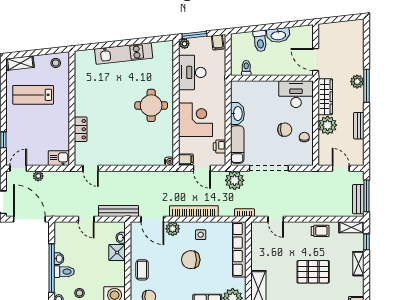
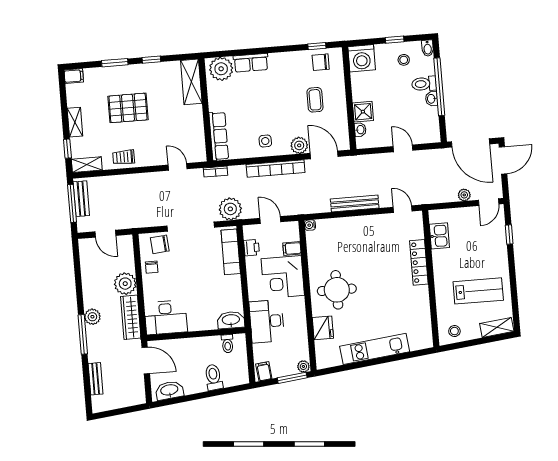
washbasin: (278, 35) -> (169, 390), moved
desk: (192, 72) -> (267, 321), moved, turned 180
fridge: (165, 75) -> (323, 328), added
plant: (357, 82) -> (92, 317), moved
washbasin: (237, 114) -> (231, 320), moved, turned 90
bench: (359, 126) -> (96, 379), moved
locker: (81, 129) -> (419, 262), width x1.53
chair: (285, 130) -> (160, 244), moved
kitchen sink: (59, 158) -> (439, 236), moved, turned -90
filing cabinet: (186, 159) -> (292, 248), moved
bench: (119, 211) -> (355, 203), moved
row of seats: (239, 249) -> (219, 136), width x0.73
chair: (191, 260) -> (275, 110), removed
coffee table: (142, 270) -> (315, 100), moved

